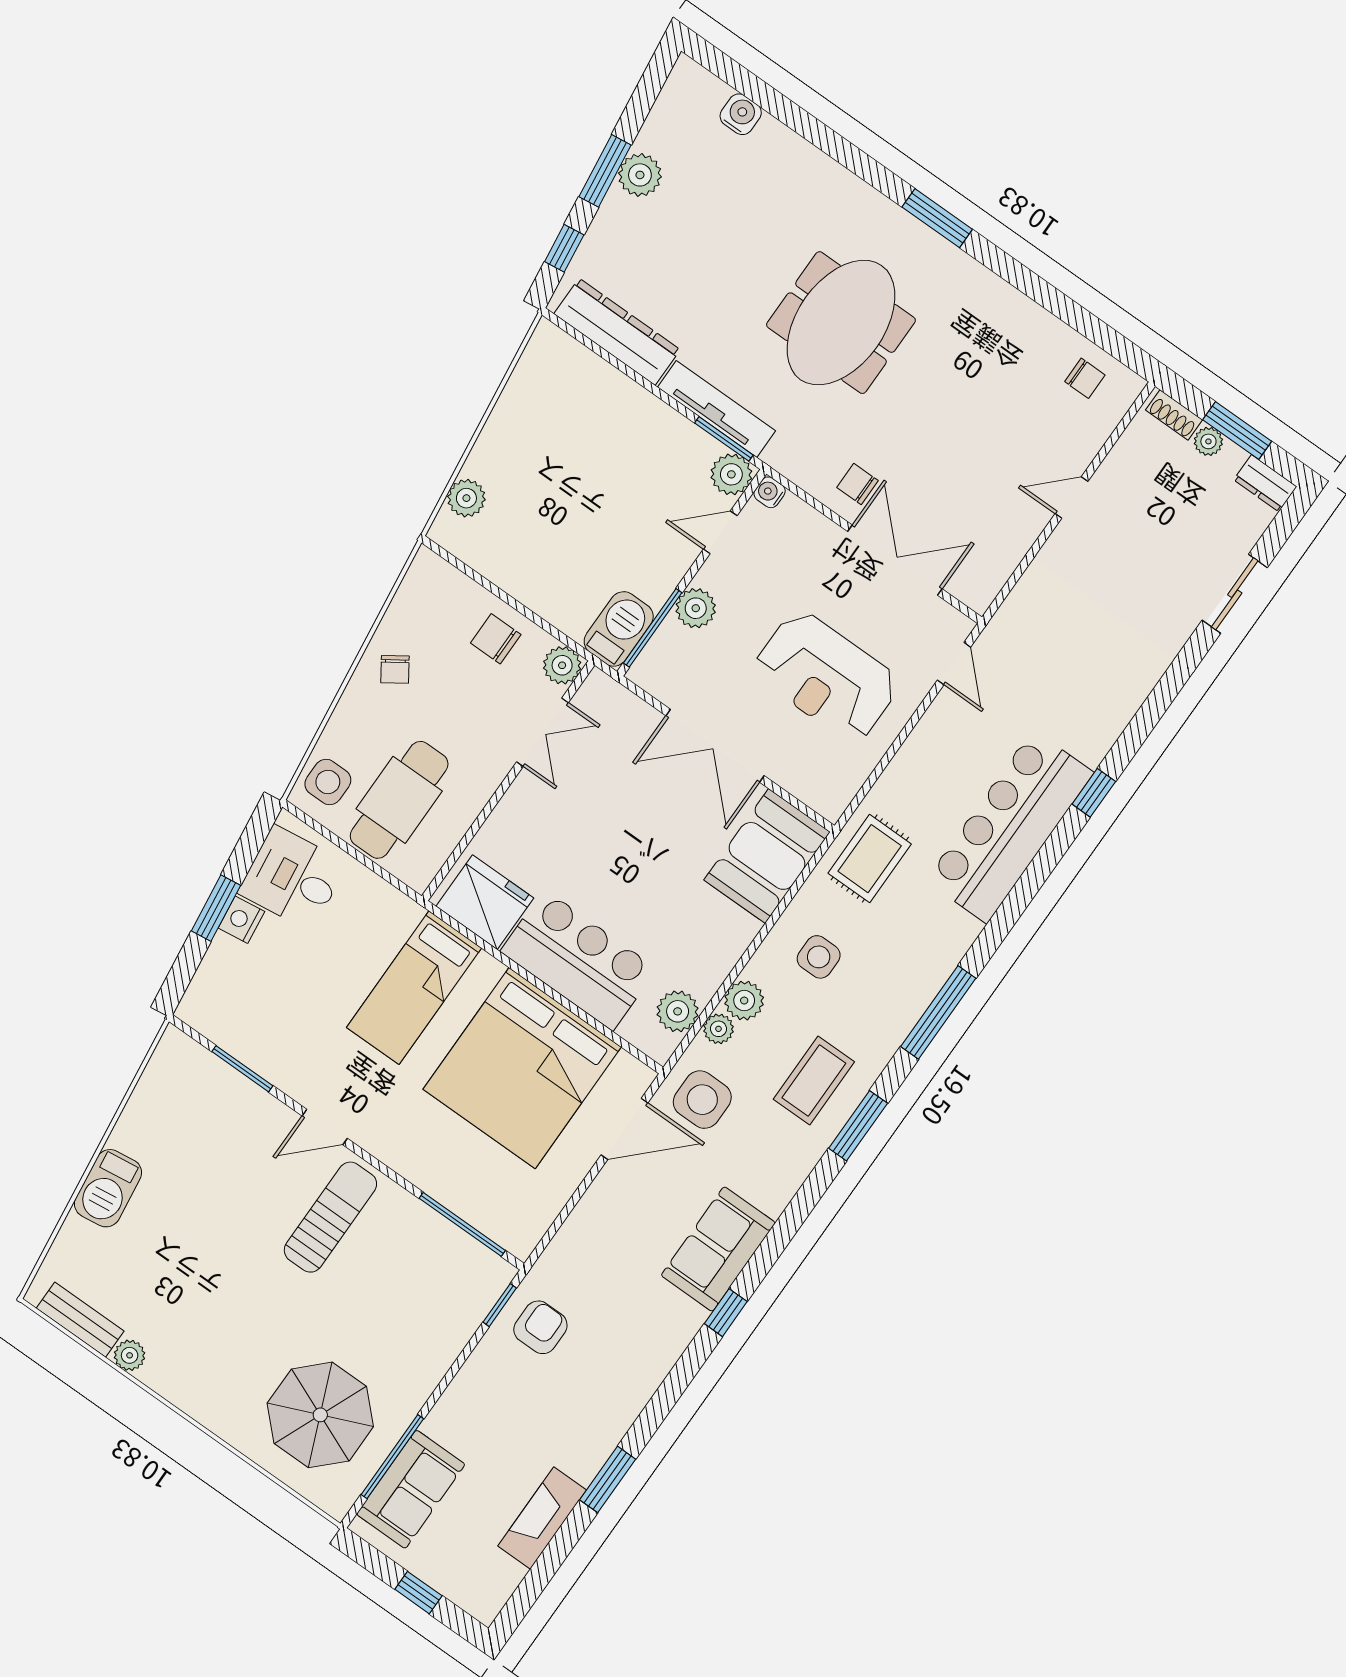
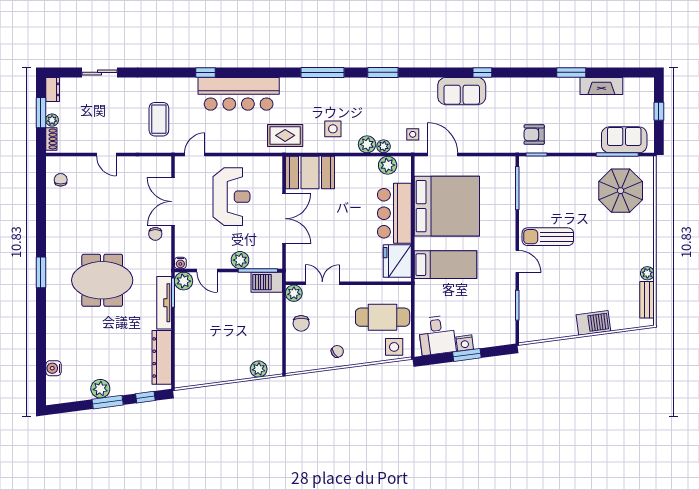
coffee table: (814, 1081) -> (159, 119), moved, turned 90
side table: (702, 1100) -> (413, 134), width x0.54, depth x0.54

